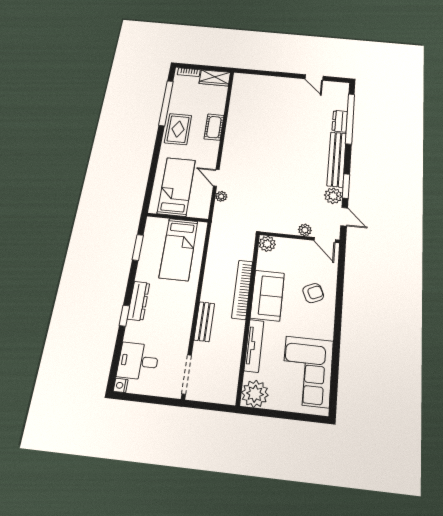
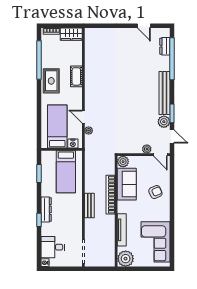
dresser: (340, 121) -> (165, 46), moved
nightstand: (195, 211) -> (73, 144), added
sofa: (267, 296) -> (127, 184), moved
bench: (204, 322) -> (89, 205), moved

